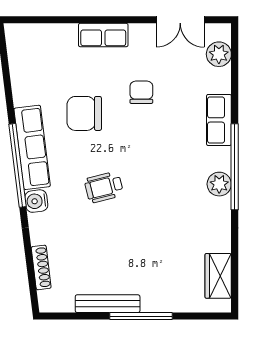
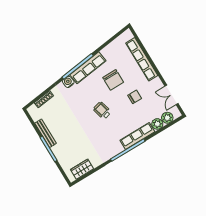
row of seats: (103, 35) -> (142, 59), width x2.02
chair: (84, 113) -> (113, 80), turned 180
row of seats: (219, 120) -> (137, 136), width x1.48
plant: (219, 184) -> (157, 124), moved
wheelchair: (104, 187) -> (102, 110), moved

